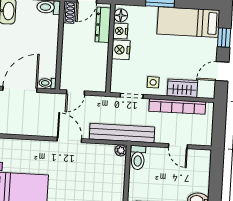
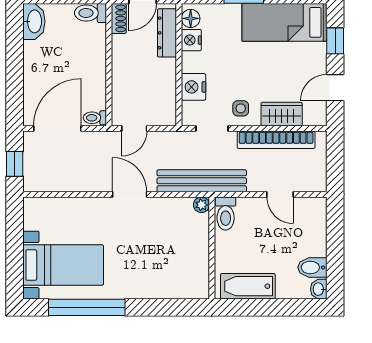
nightstand: (121, 50) -> (193, 87), moved

